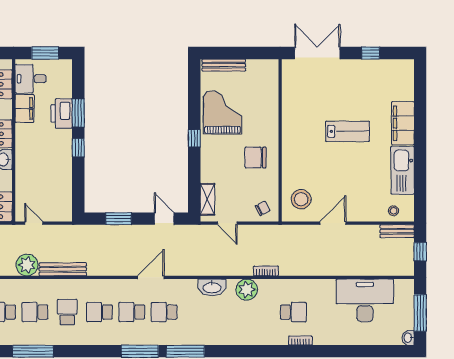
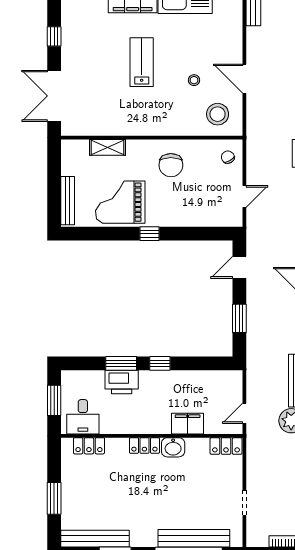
filing cabinet: (24, 108) -> (188, 424), moved
shelving: (207, 199) -> (108, 147), moved
stool: (394, 211) -> (194, 80), moved

